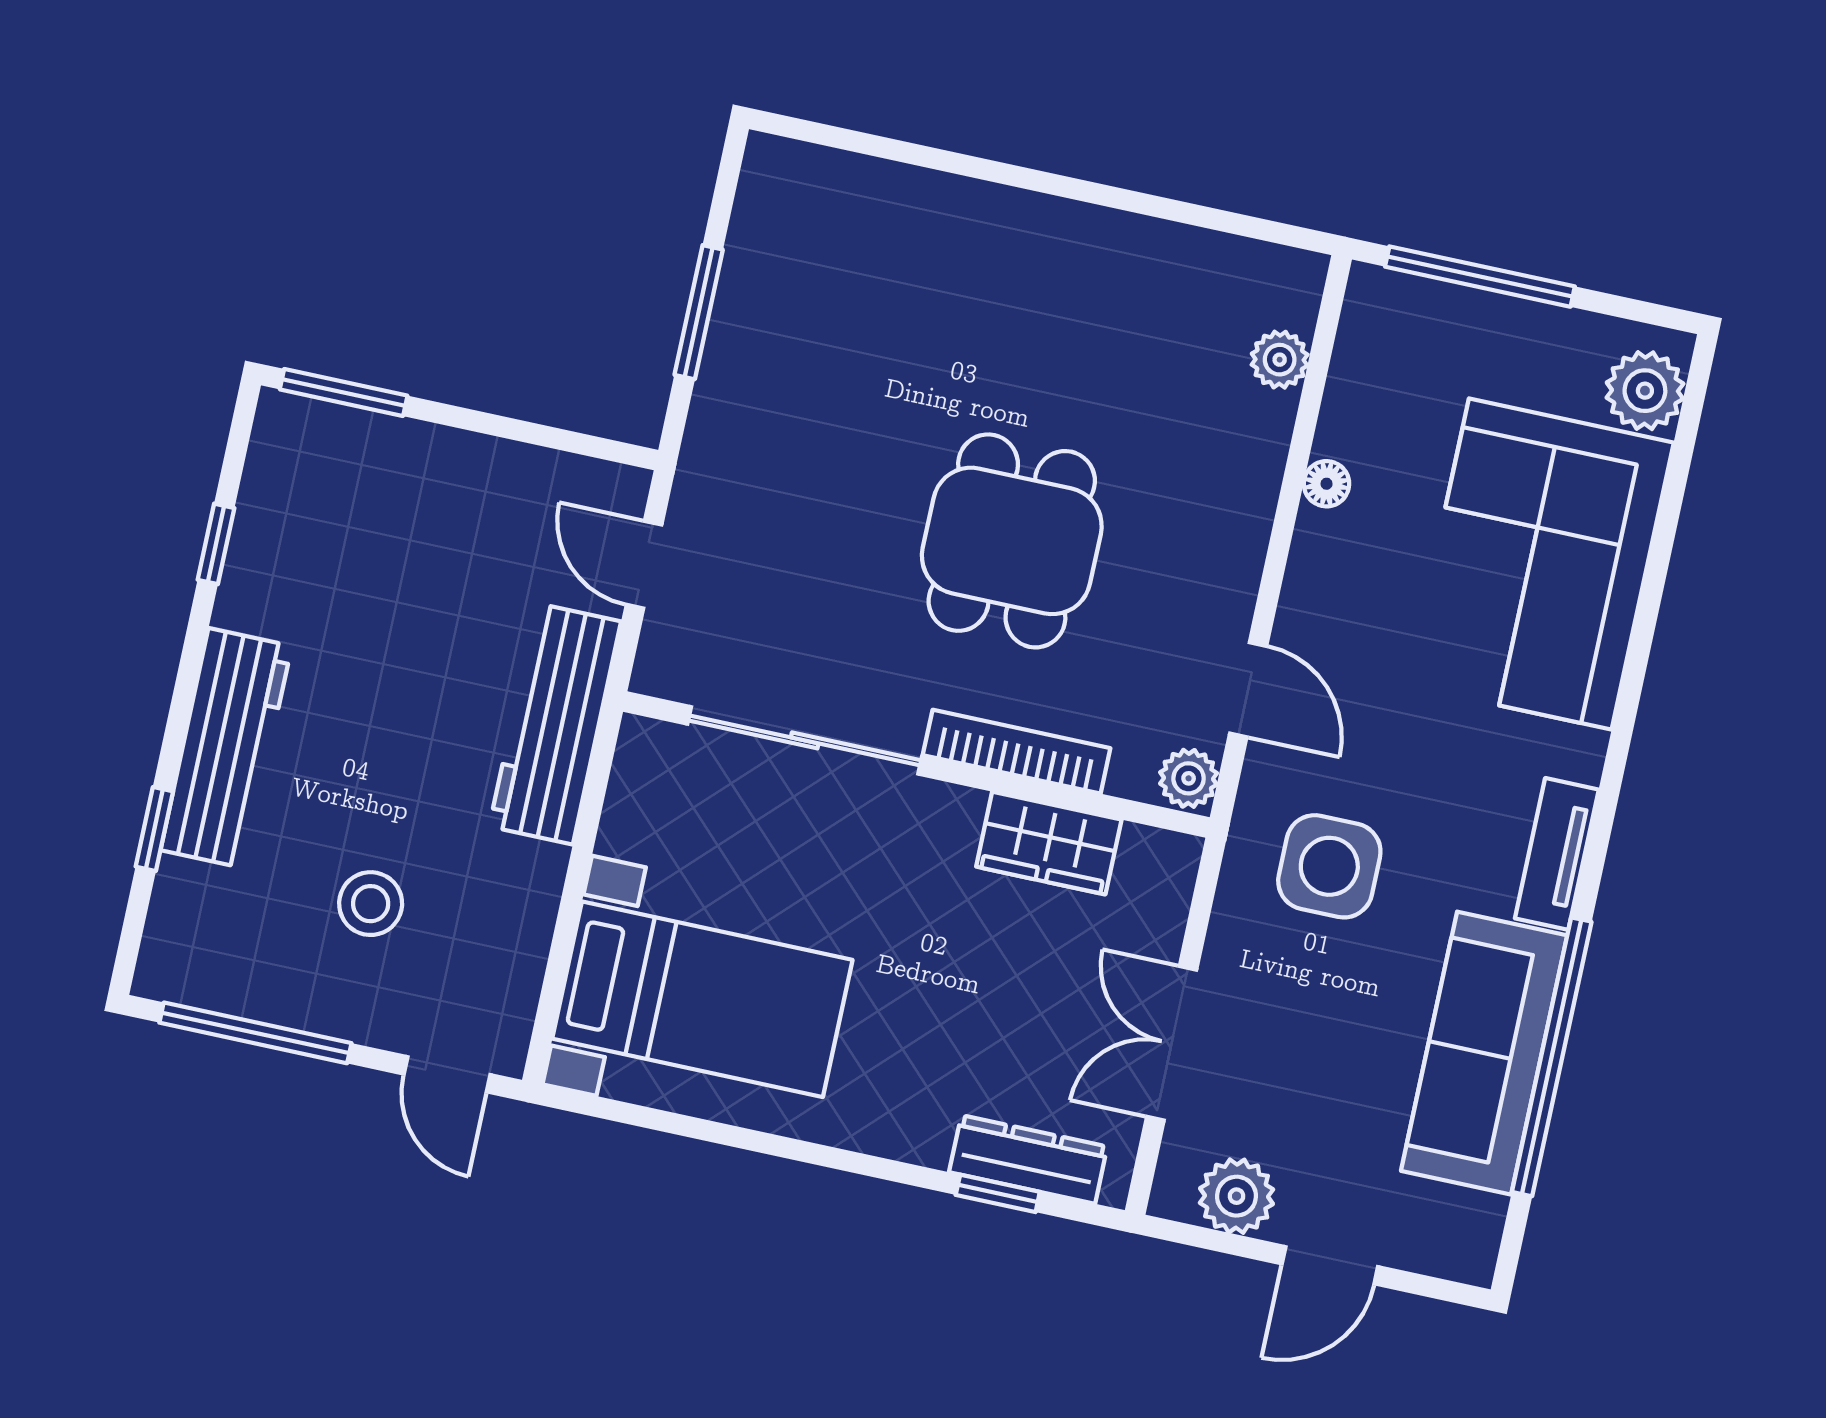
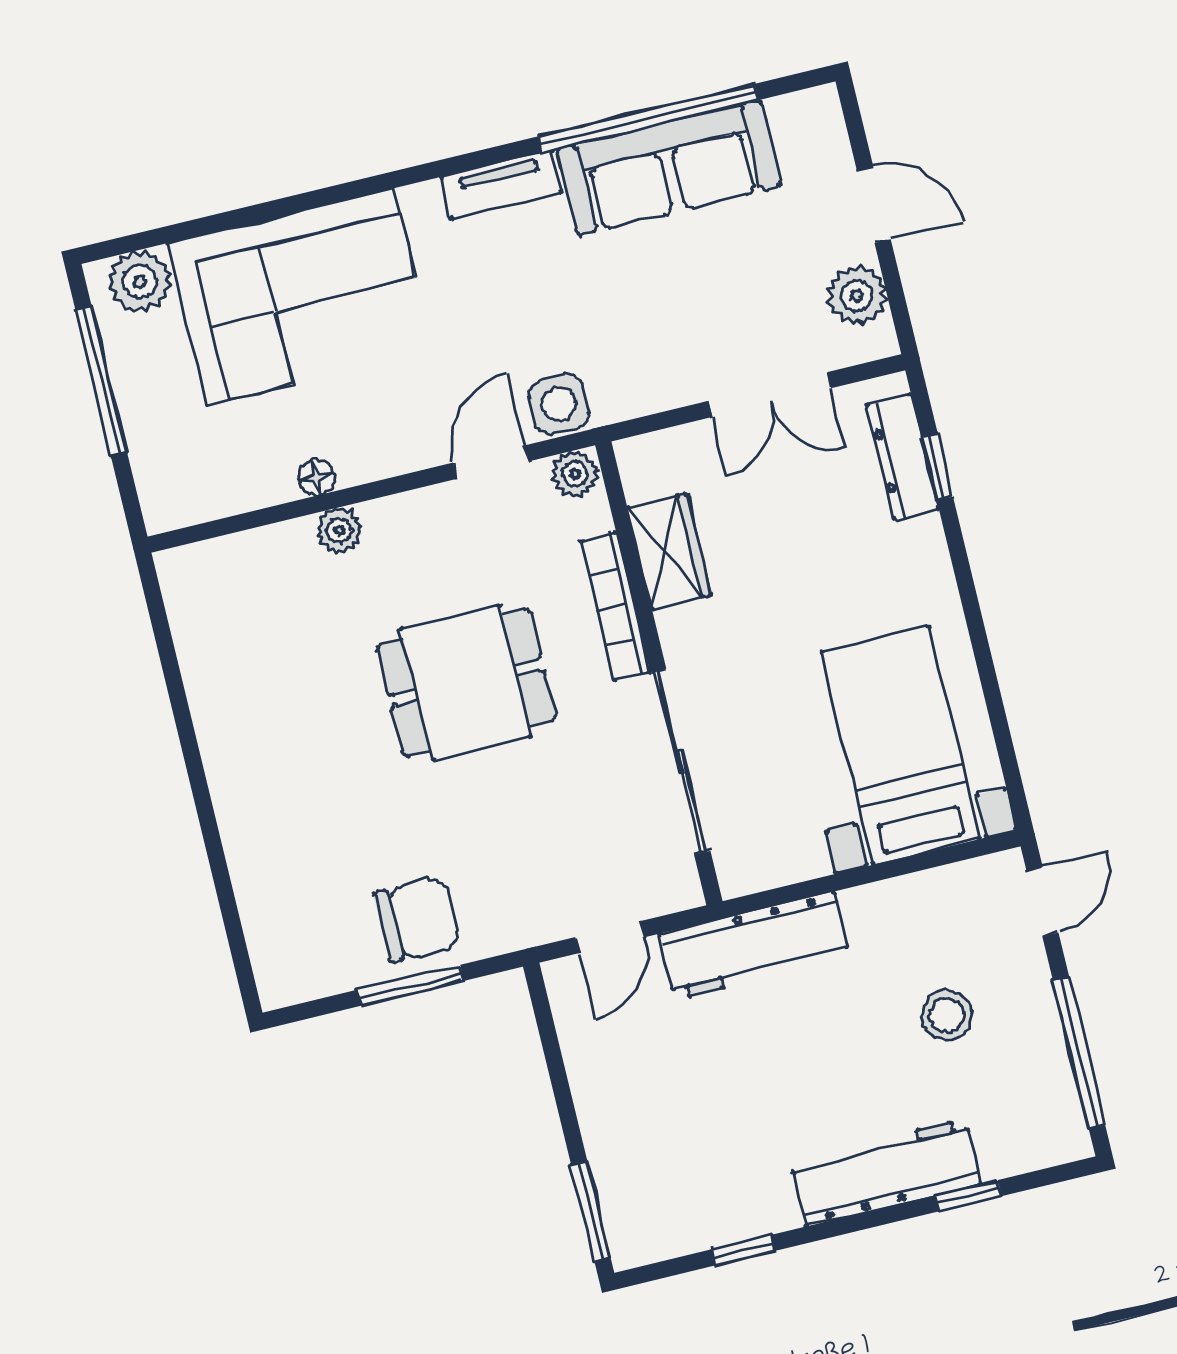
window: (1480, 277) -> (101, 381), moved
chair: (770, 355) -> (417, 919), added
plant: (1280, 360) -> (339, 530), moved
side table: (1329, 866) -> (559, 404), moved, width x0.73, depth x0.73

